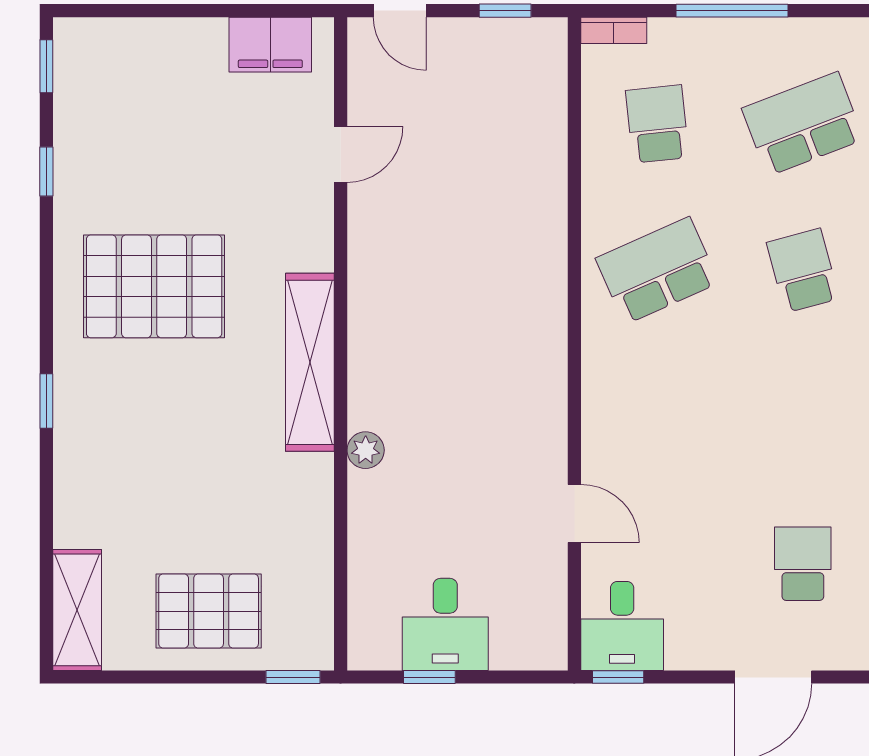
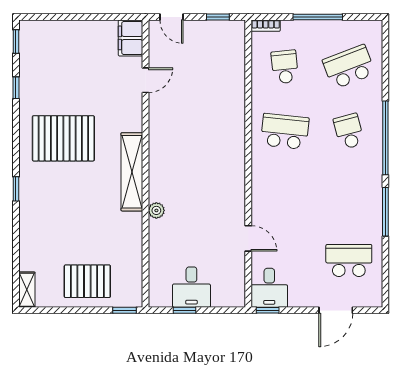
filing cabinet: (270, 45) -> (130, 38), moved, turned 90
school desk: (657, 271) -> (285, 131), turned 30
school desk: (803, 564) -> (349, 260), width x1.85
shelving: (77, 610) -> (27, 290), width x0.67, depth x0.75

